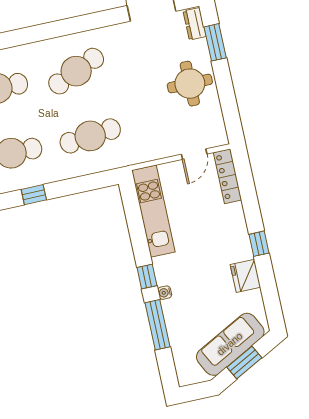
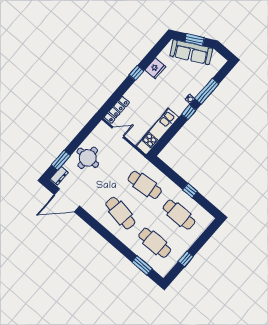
cafe table: (76, 71) -> (120, 213), turned 33

